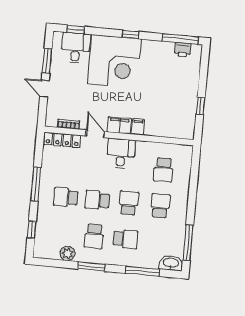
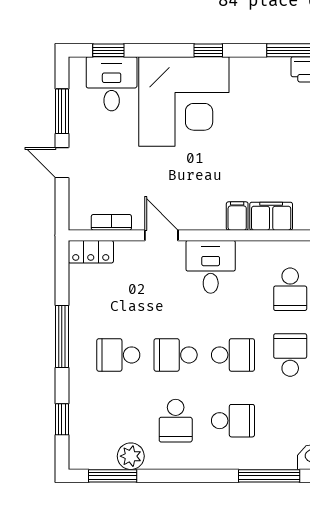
filing cabinet: (119, 125) -> (271, 216), moved
locker: (62, 140) -> (91, 252), width x0.66
school desk: (129, 203) -> (233, 355), turned 90
window: (91, 267) -> (113, 476), moved

